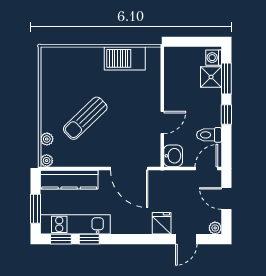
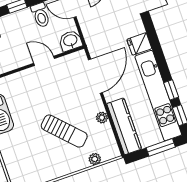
plant: (47, 161) -> (102, 118), moved
fridge: (162, 223) -> (139, 44), moved
kitchen unit: (75, 224) -> (158, 96), width x1.36

